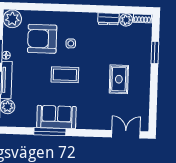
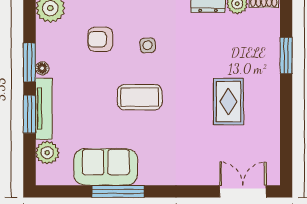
armchair: (42, 39) -> (100, 39), width x0.53, depth x0.53
sofa: (56, 117) -> (106, 167), moved

